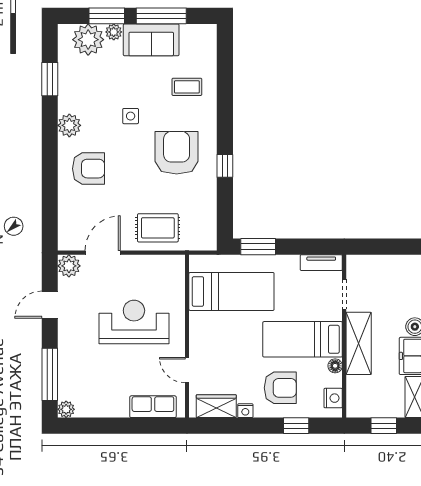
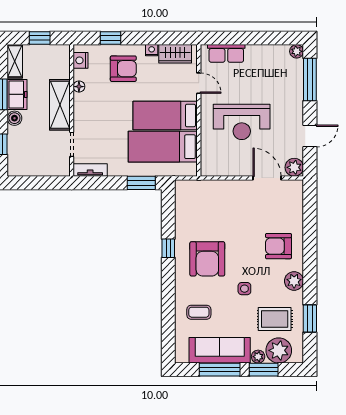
sofa: (151, 40) -> (220, 350), width x1.36
rug: (158, 228) -> (275, 319), moved
door: (103, 253) -> (267, 178), swing flipped
bed: (303, 339) -> (165, 115), moved, turned 180
armchair: (280, 388) -> (123, 69), turned 180

